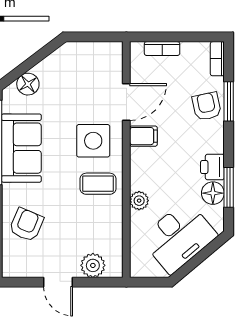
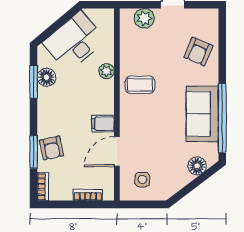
side table: (93, 141) -> (142, 179), moved, width x0.54, depth x0.54
printer: (212, 167) -> (47, 98), removed

